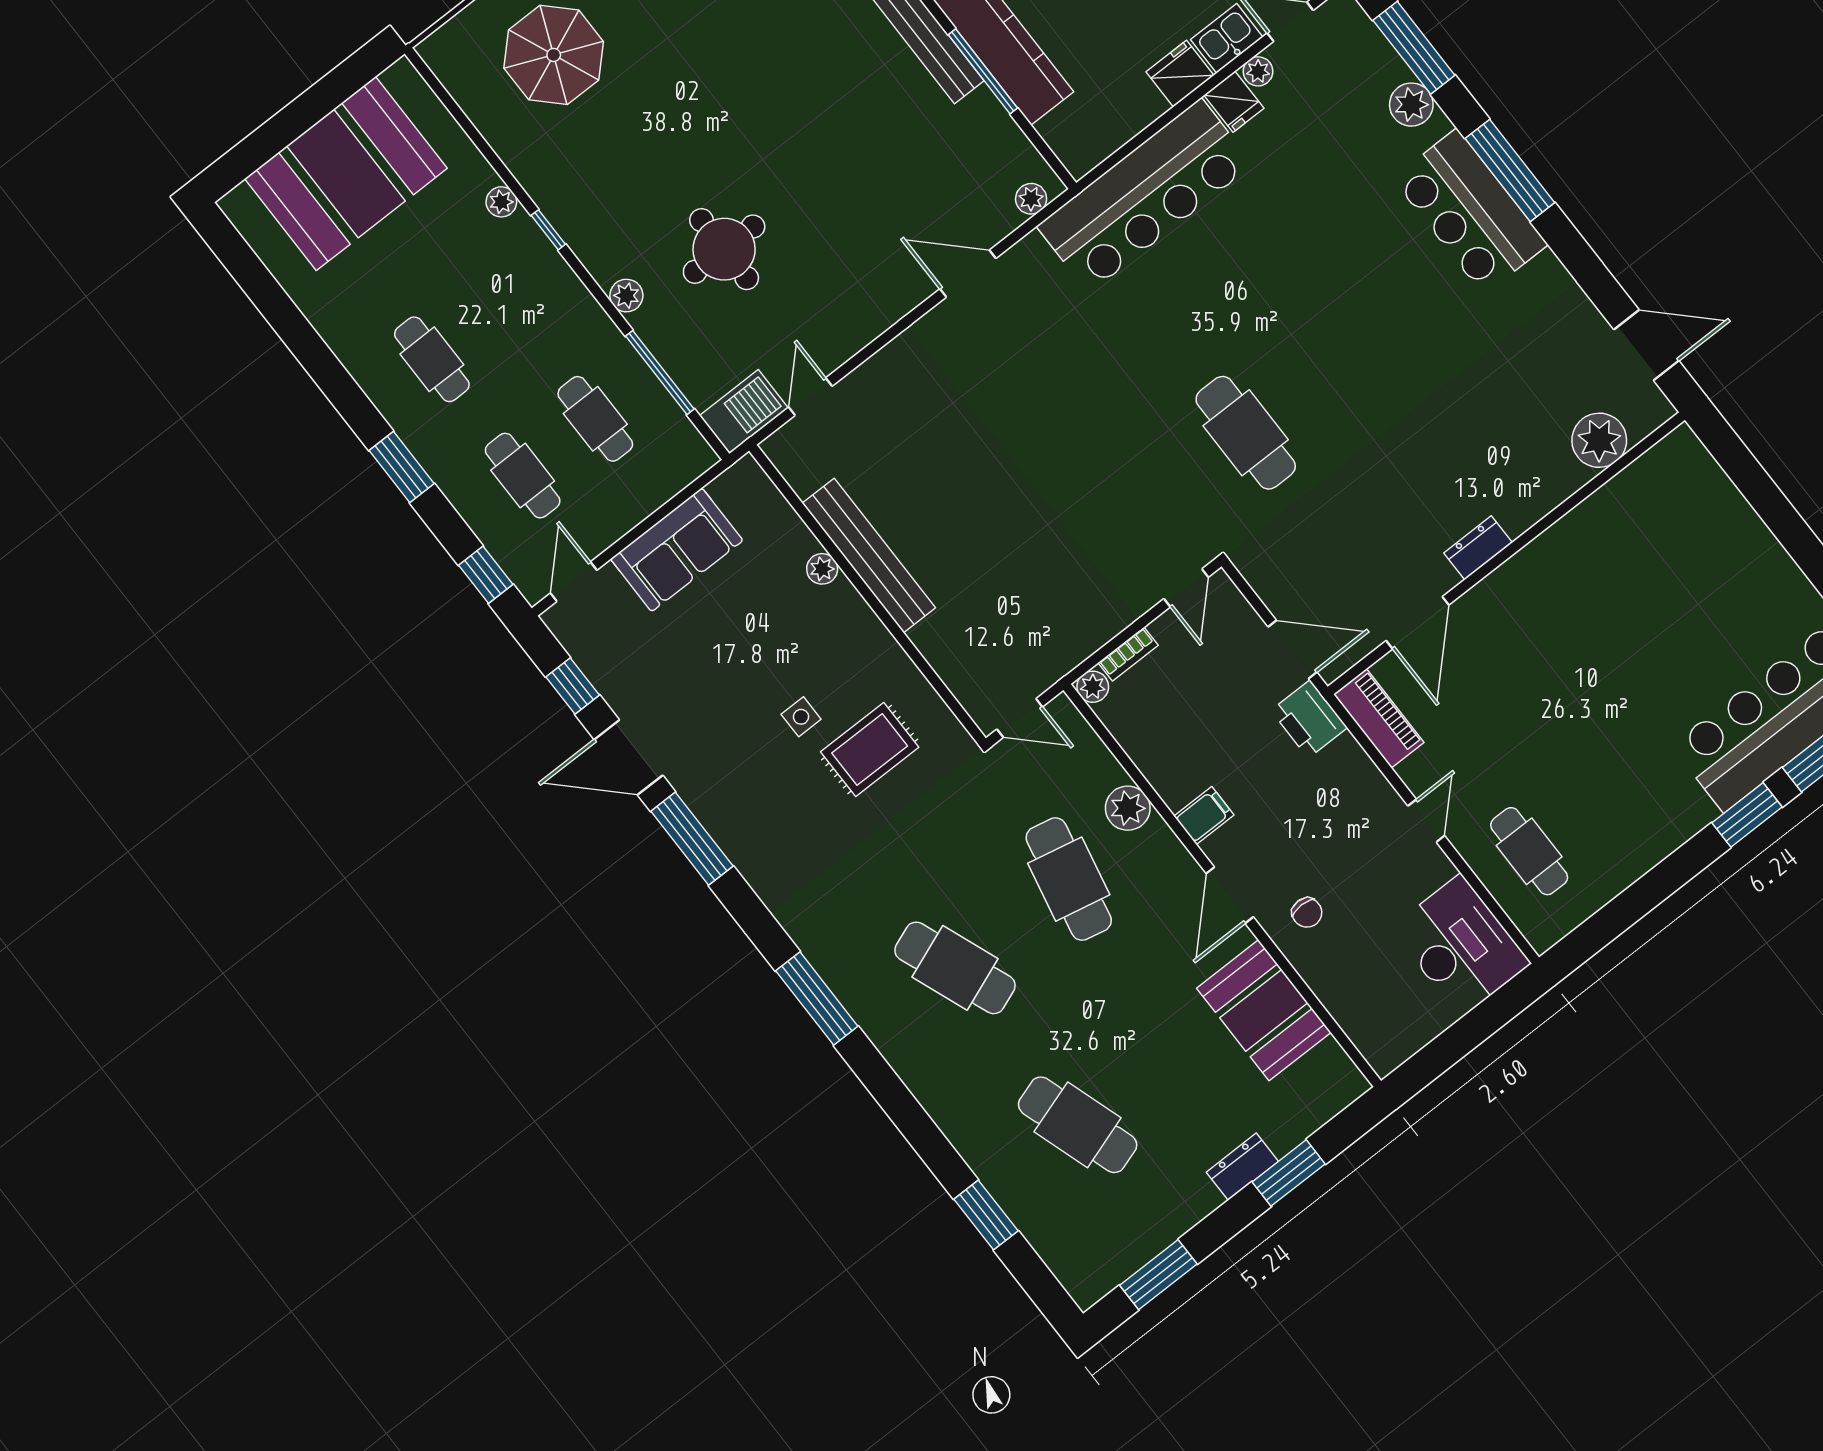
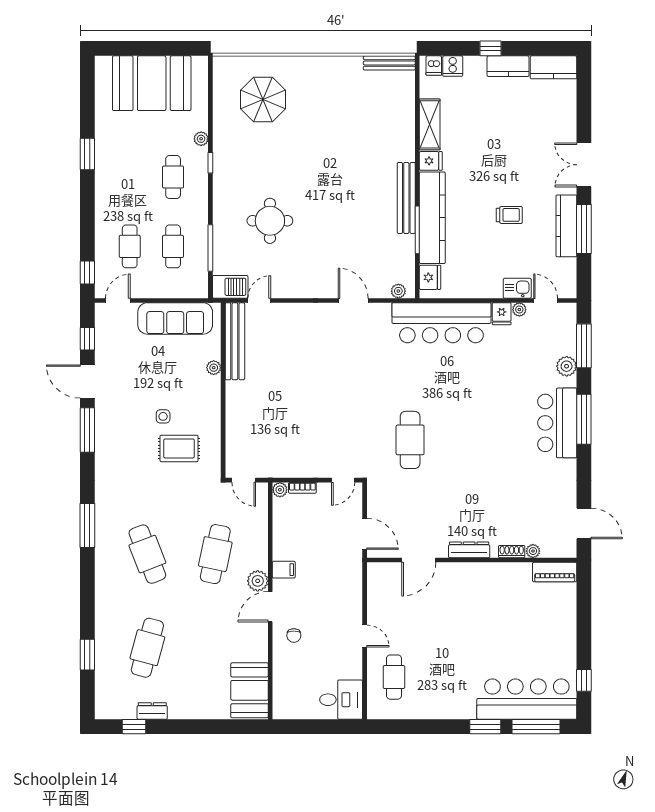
fridge: (1180, 74) -> (430, 277), moved, turned 90
plant: (626, 296) -> (220, 210), removed
cafe table: (432, 359) -> (173, 177), moved
plant: (1599, 440) -> (533, 551), width x0.53, depth x0.53
window: (402, 467) -> (87, 154), moved
shoe rack: (1562, 487) -> (512, 552), added
dresser: (1478, 548) -> (469, 550), width x1.44
sofa: (677, 550) -> (175, 318), width x1.36
bench: (869, 555) -> (235, 341), moved
piano: (1379, 718) -> (555, 572), moved, turned 90
printer: (1309, 719) -> (351, 564), removed
plant: (1128, 808) -> (258, 581), moved
door: (1426, 821) -> (365, 636), hinge flipped
desk: (1461, 946) -> (341, 700), width x0.73
booth: (1264, 1010) -> (250, 690), moved
cafe table: (1078, 1125) -> (147, 648), turned 33
dresser: (1242, 1167) -> (152, 711), moved
window: (1289, 1173) -> (212, 727), removed
window: (1158, 1275) -> (134, 727), width x0.67

